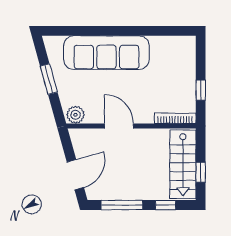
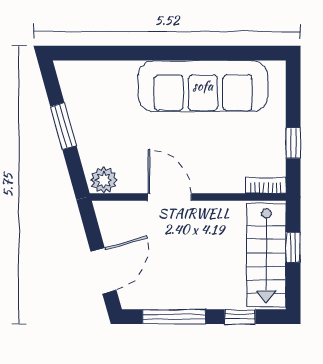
sofa: (106, 53) -> (203, 86), moved
bookcase: (175, 118) -> (266, 185), width x0.64
window: (201, 172) -> (293, 247), moved

